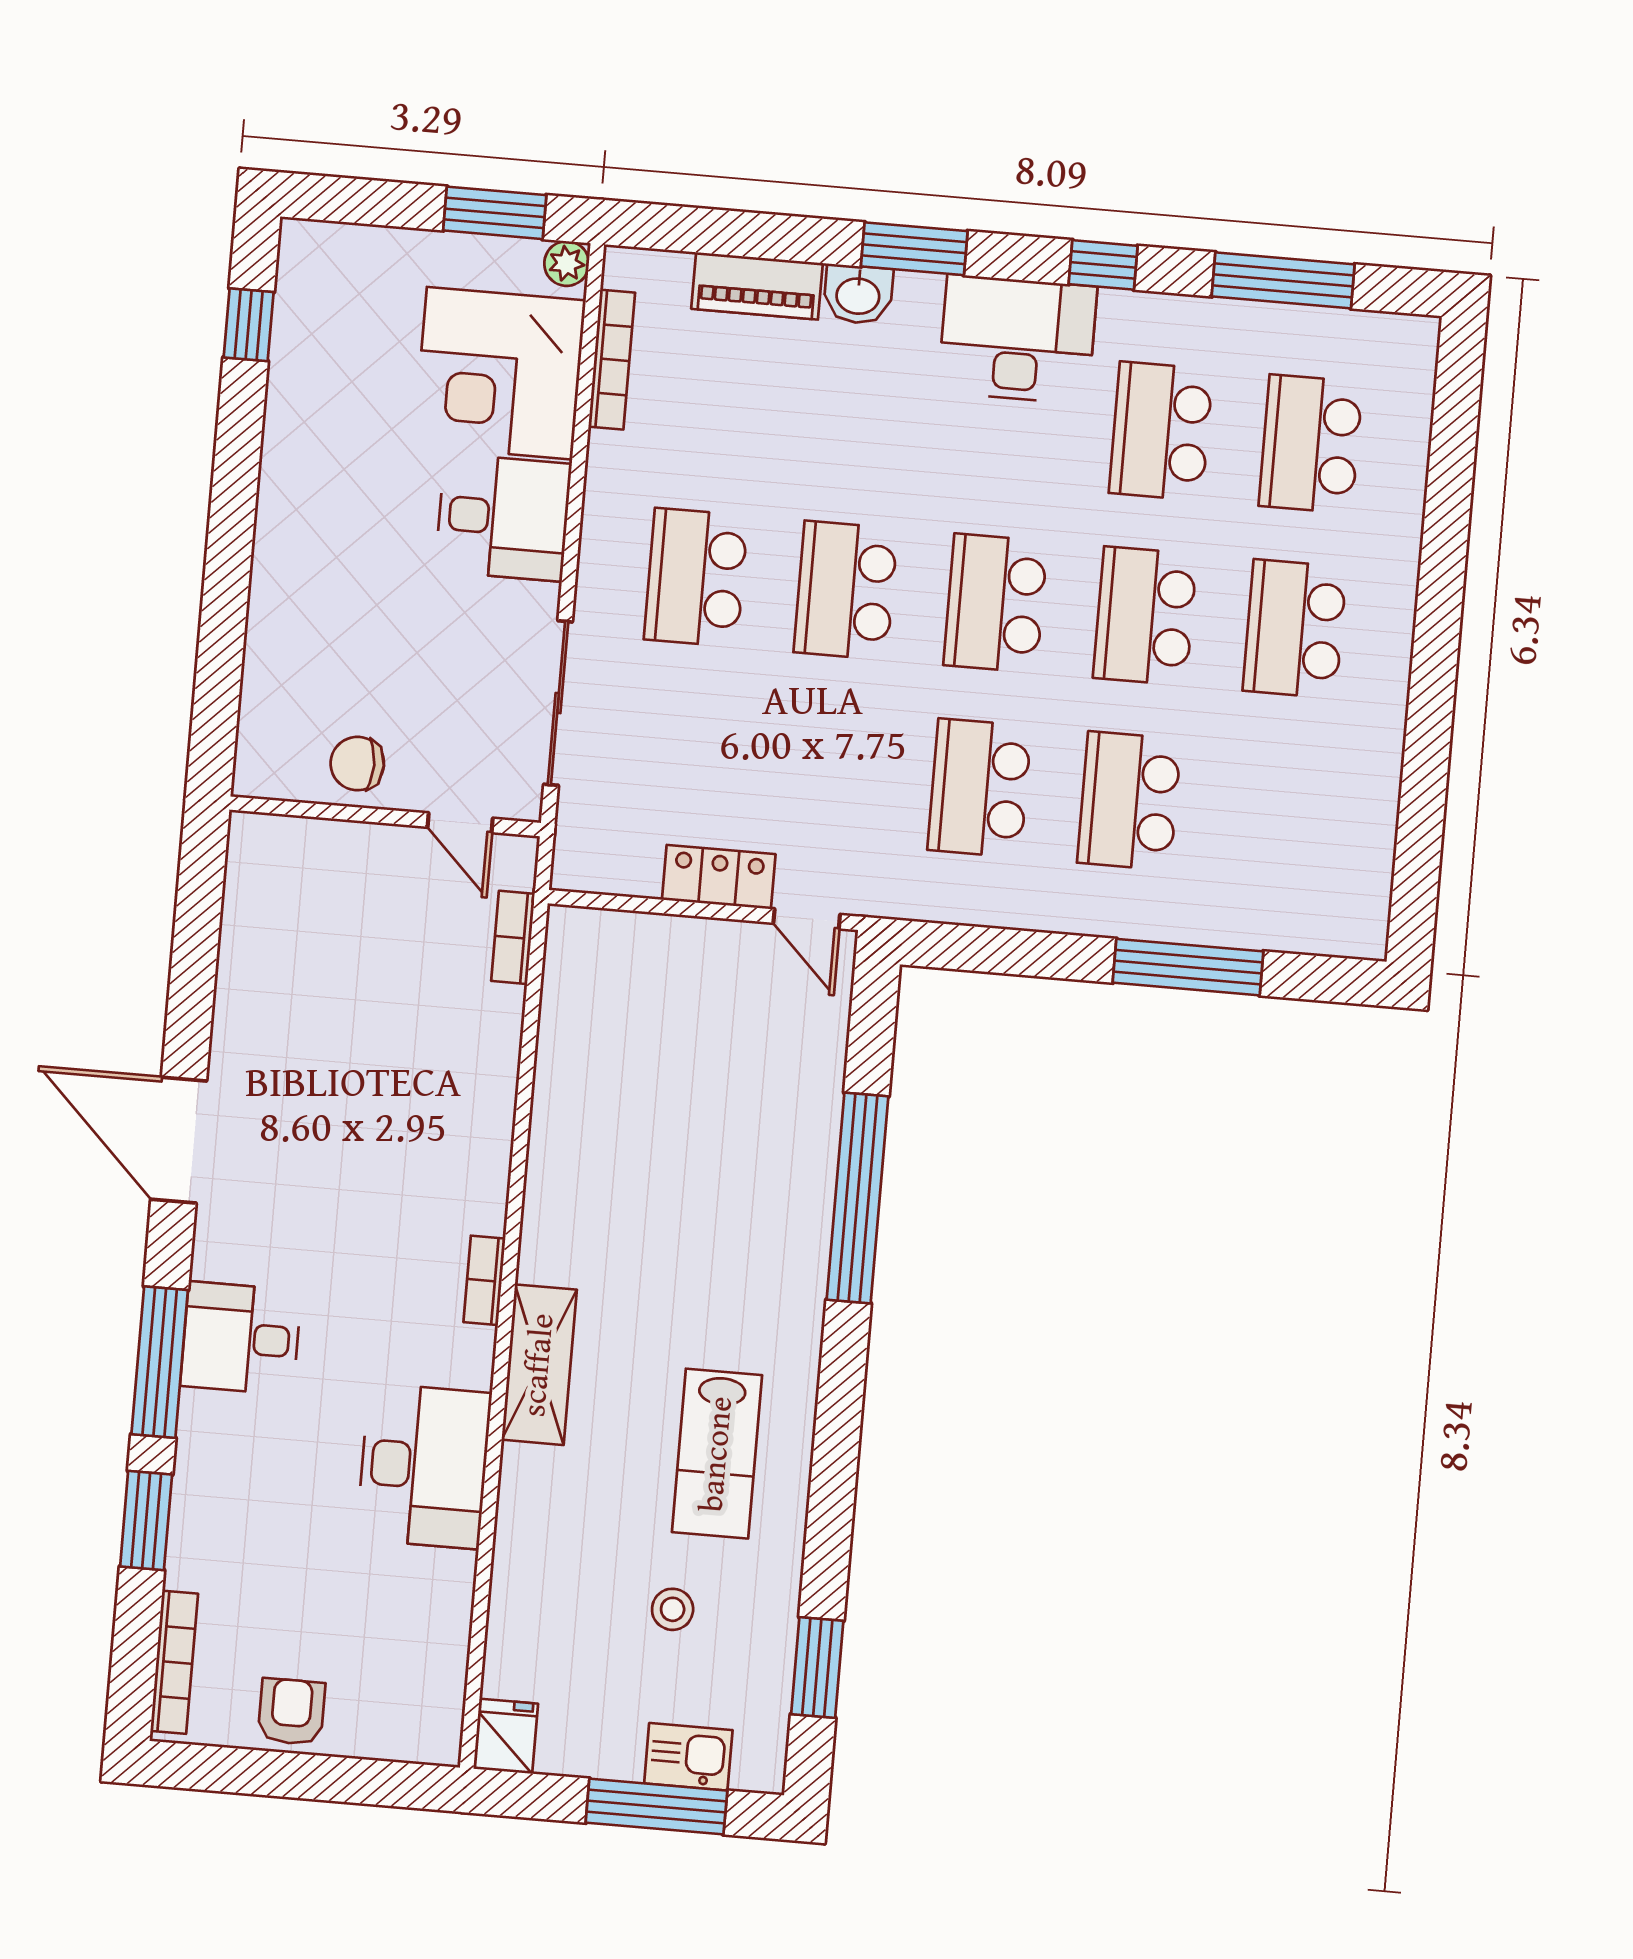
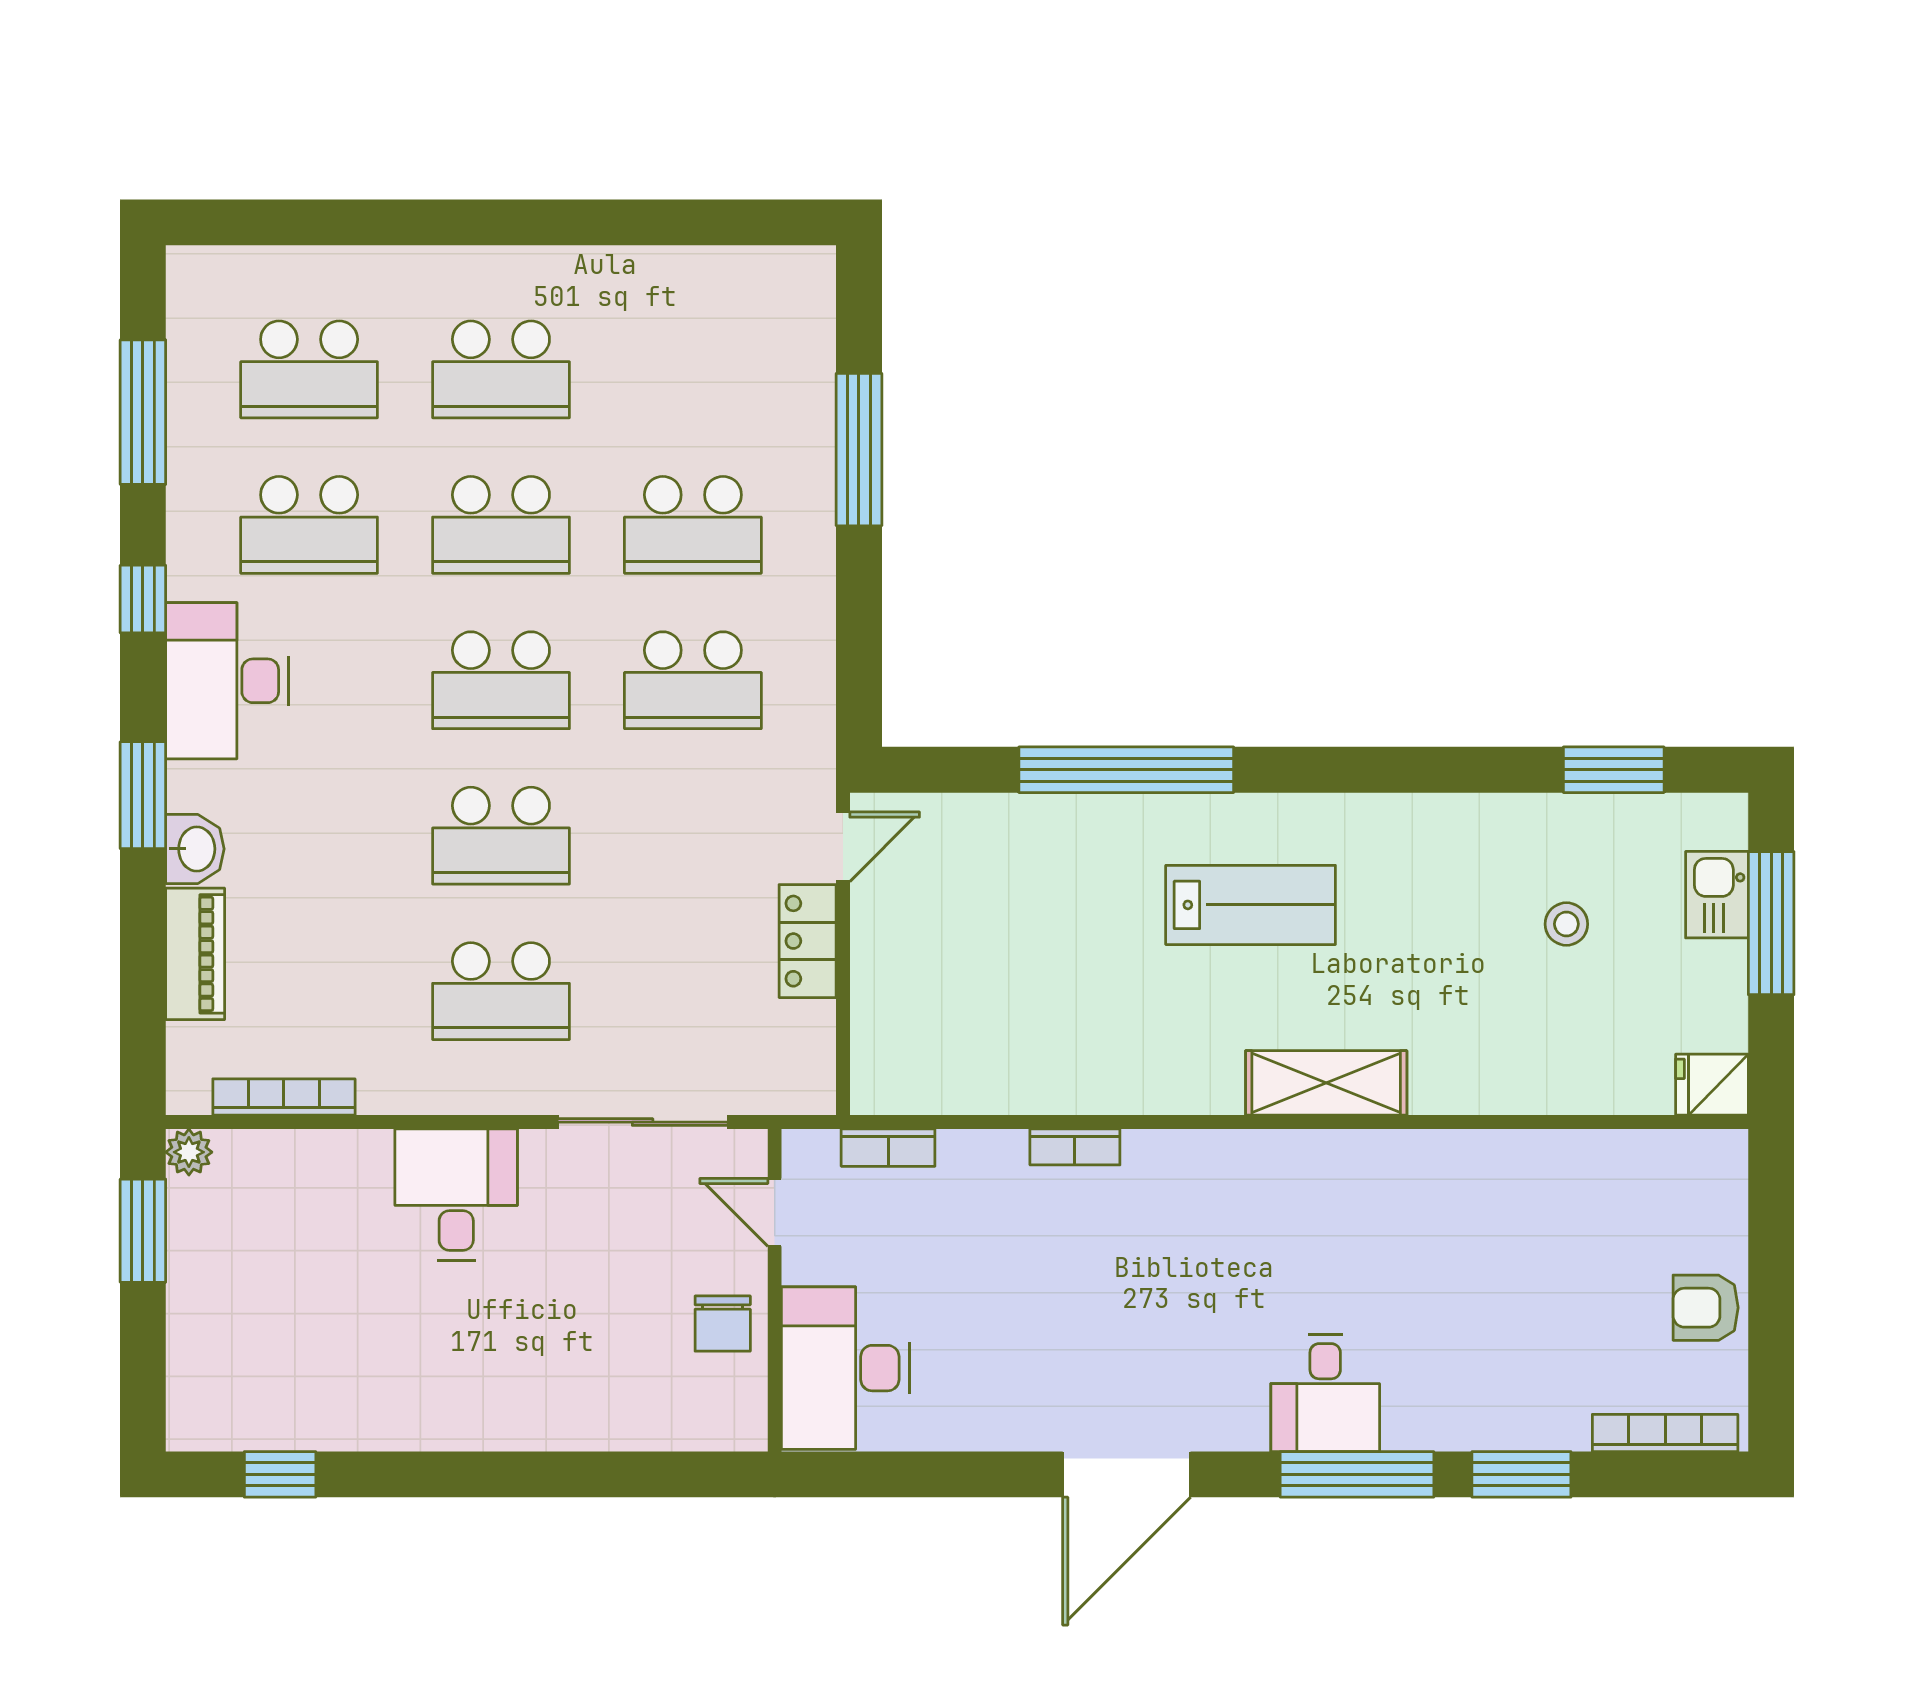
corner desk: (500, 373) -> (308, 1211), removed
door: (460, 823) -> (775, 1212), swing flipped
bookcase: (484, 1280) -> (1075, 1147), moved
lab bench: (717, 1454) -> (1251, 905), moved
desk: (424, 1466) -> (845, 1368), moved, turned -90

